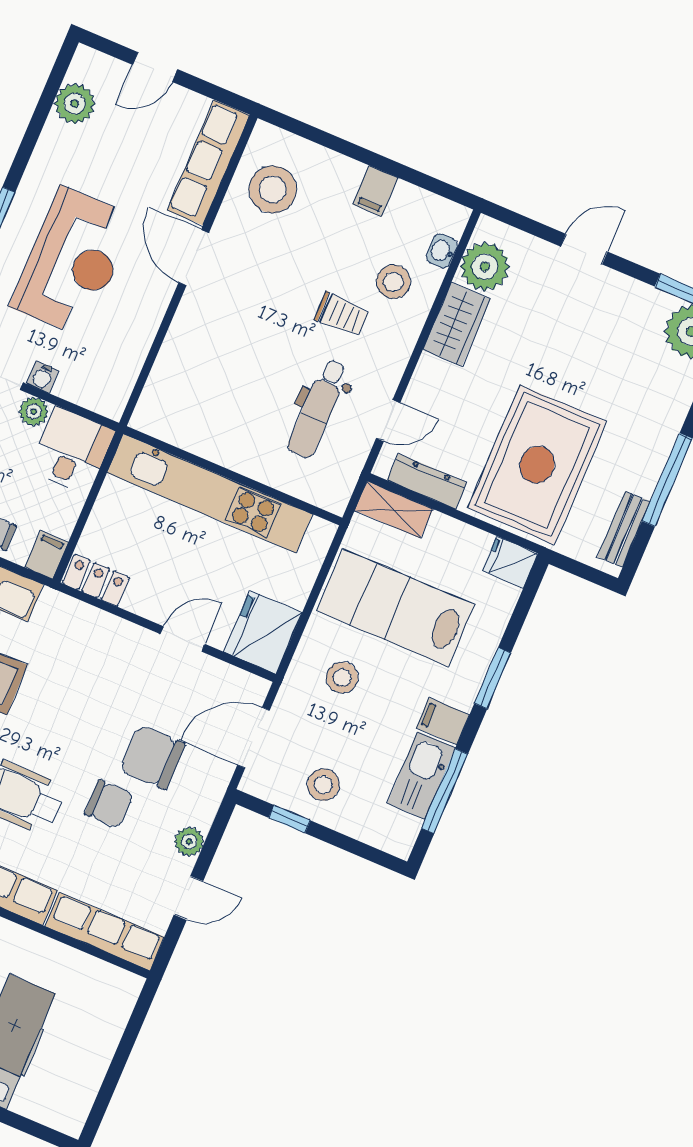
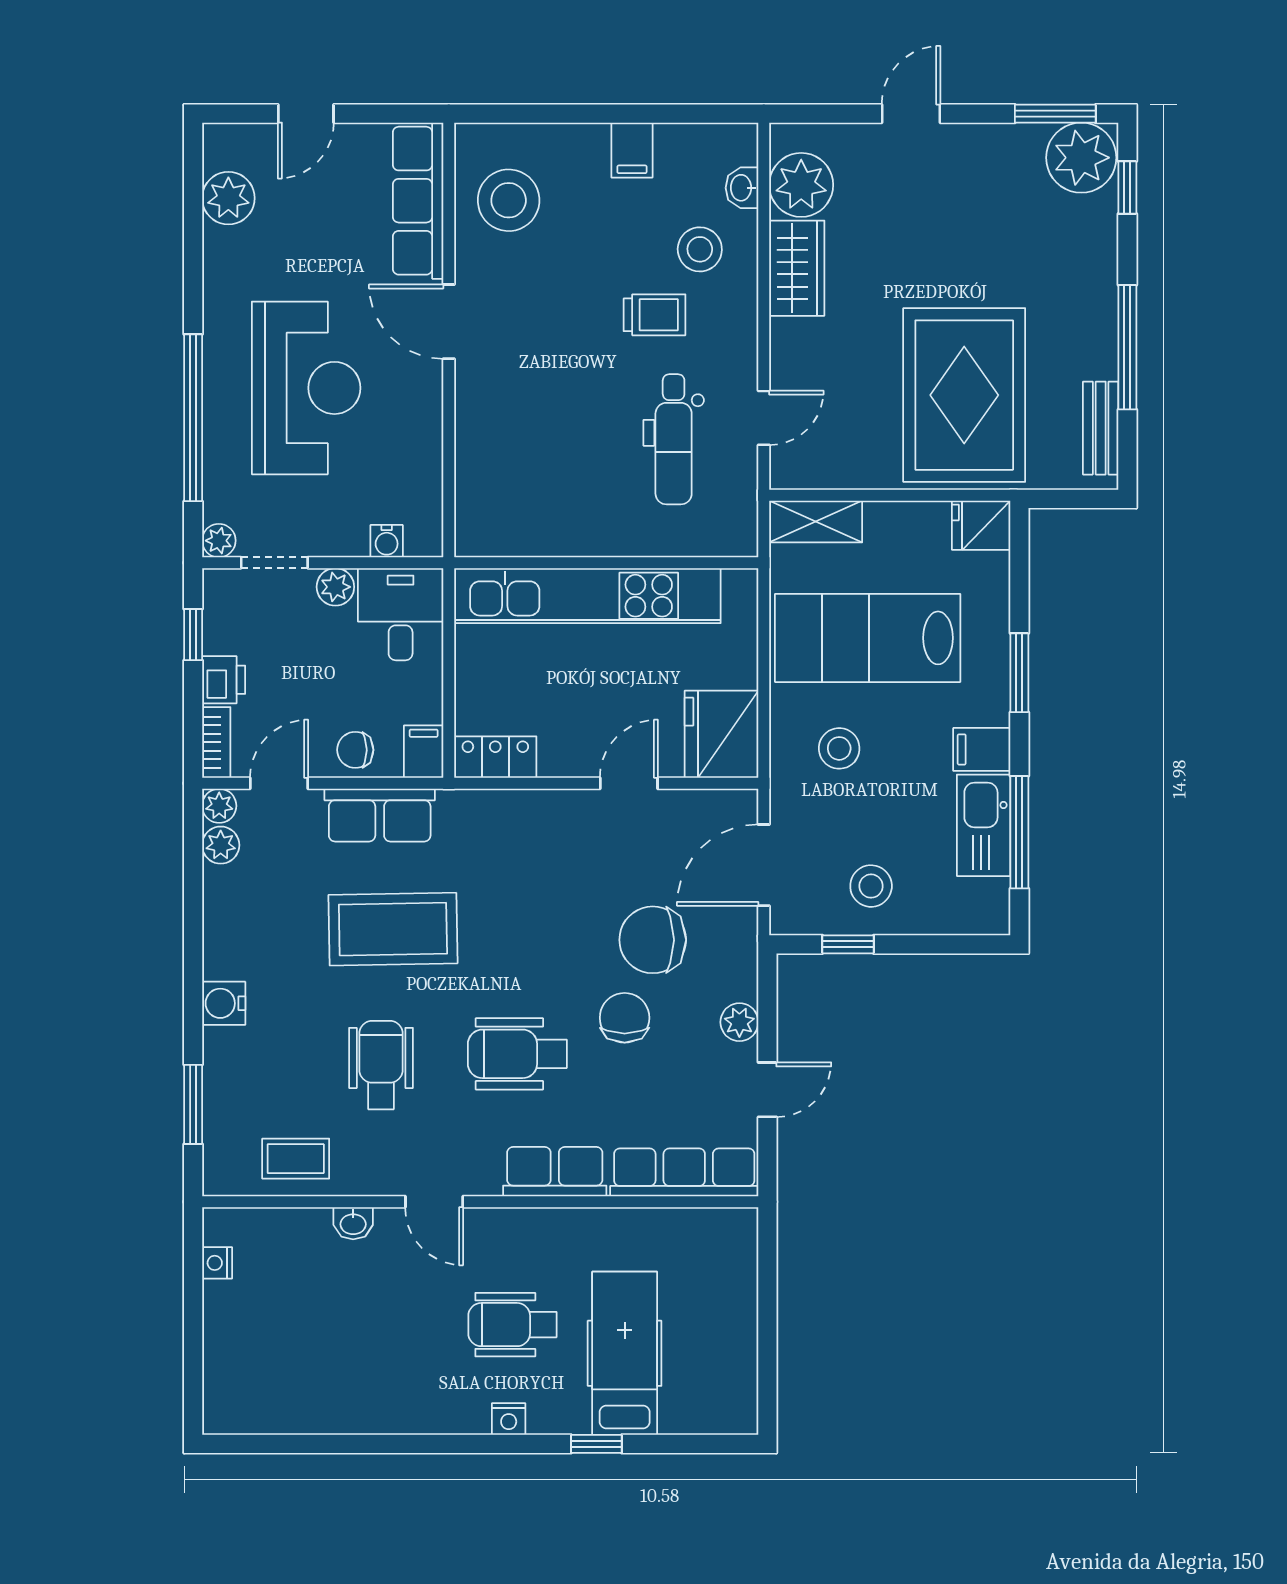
water cooler: (43, 377) -> (387, 541), moved
dresser: (427, 481) -> (841, 471), removed
chair: (109, 804) -> (625, 1018), turned -90

